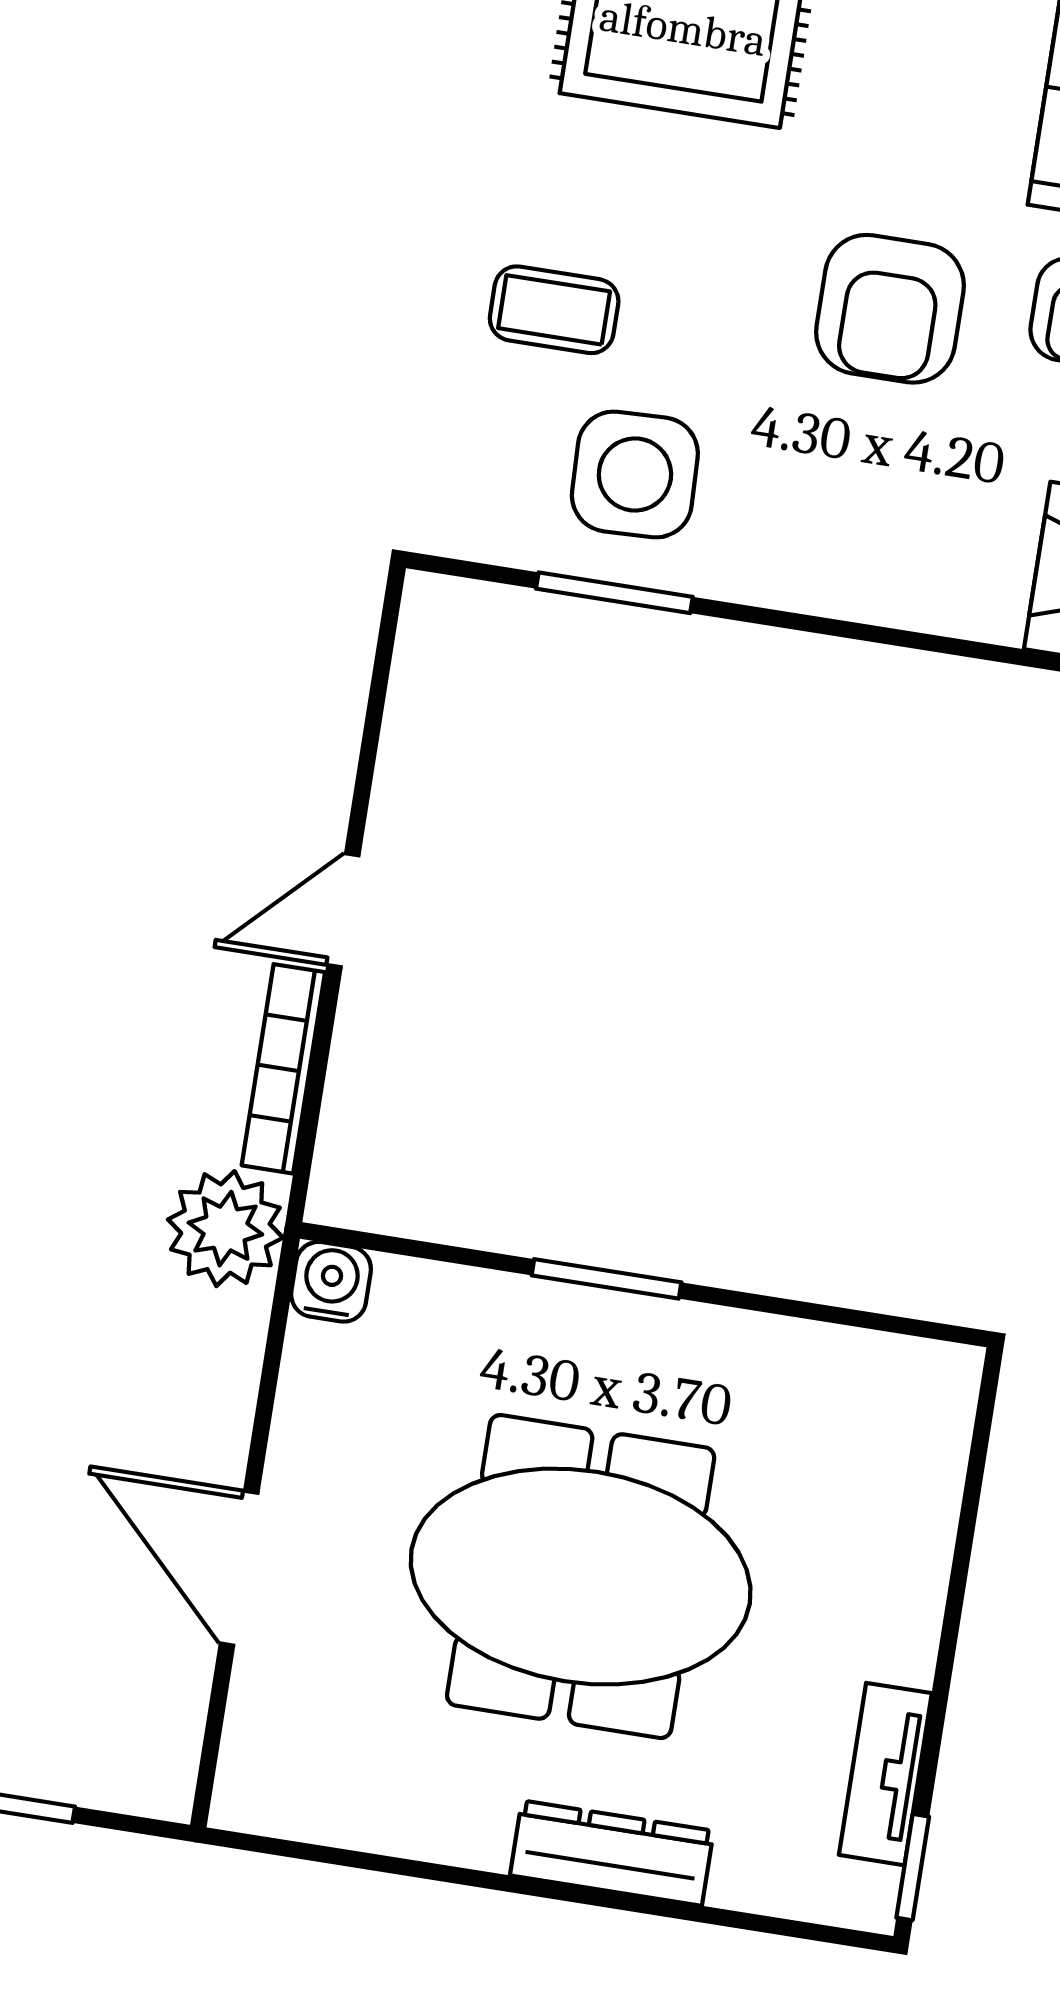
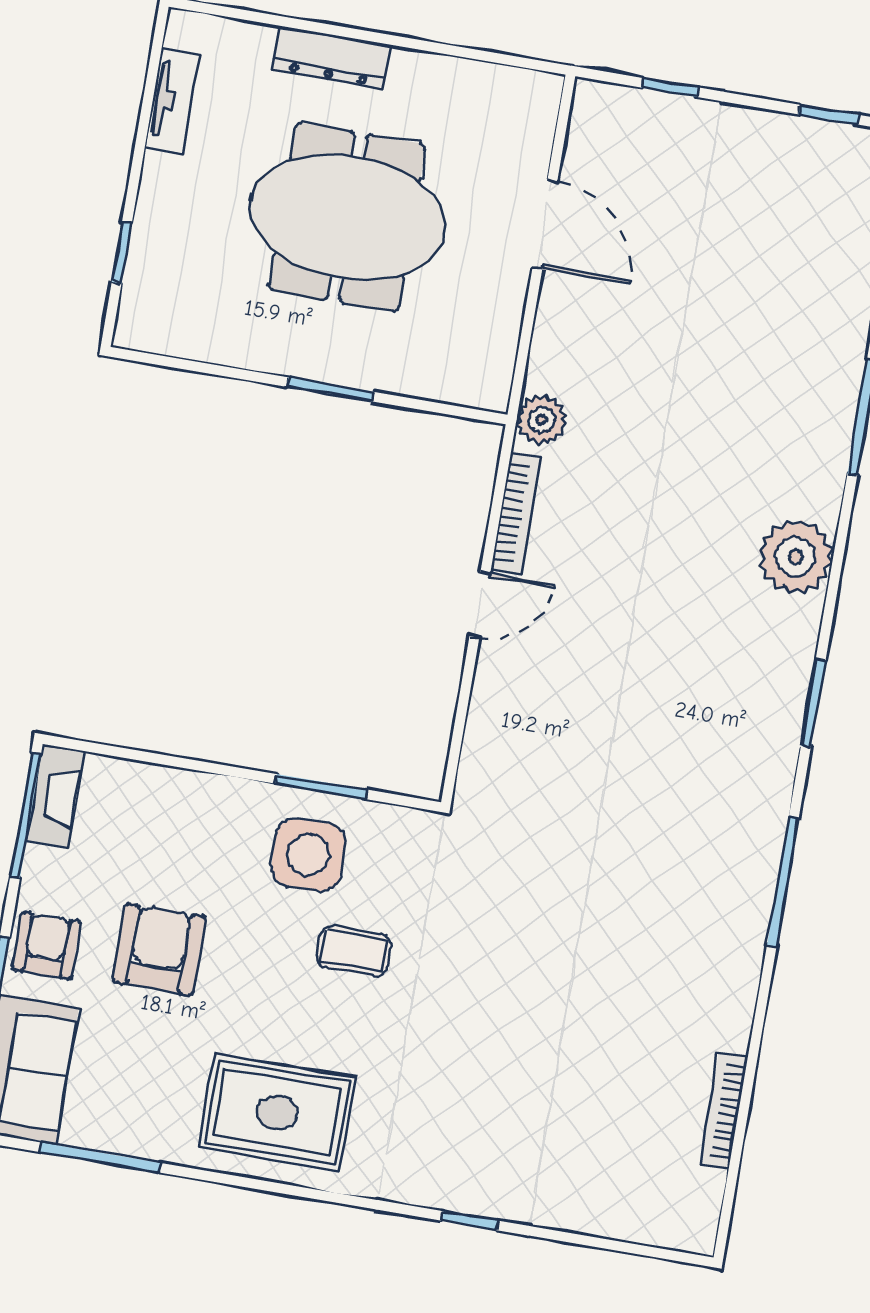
plant: (225, 1229) -> (542, 420), width x0.73, depth x0.73
water cooler: (331, 1282) -> (490, 390), removed
window: (913, 1867) -> (122, 253), moved

